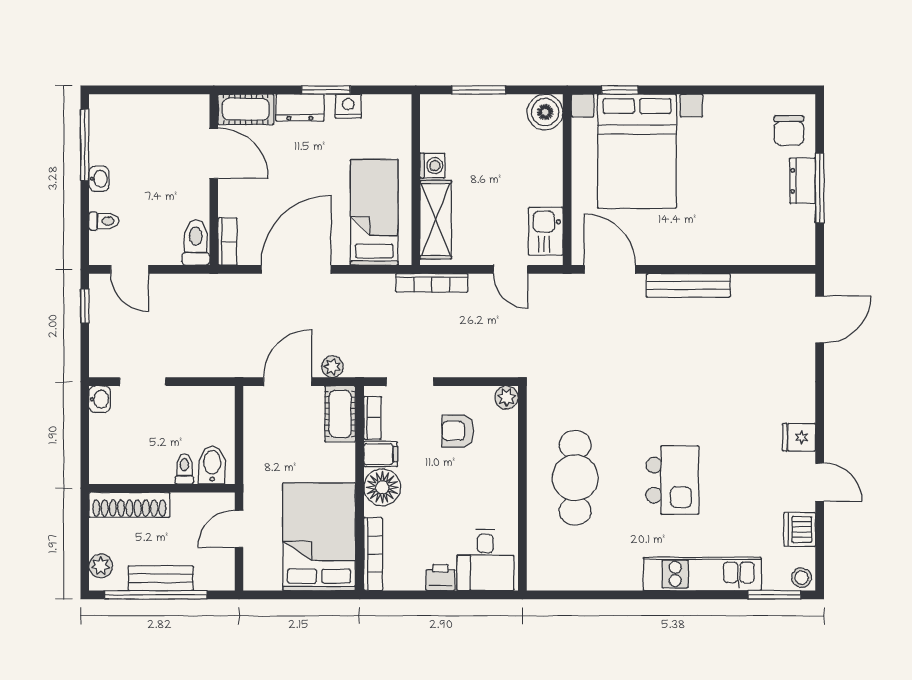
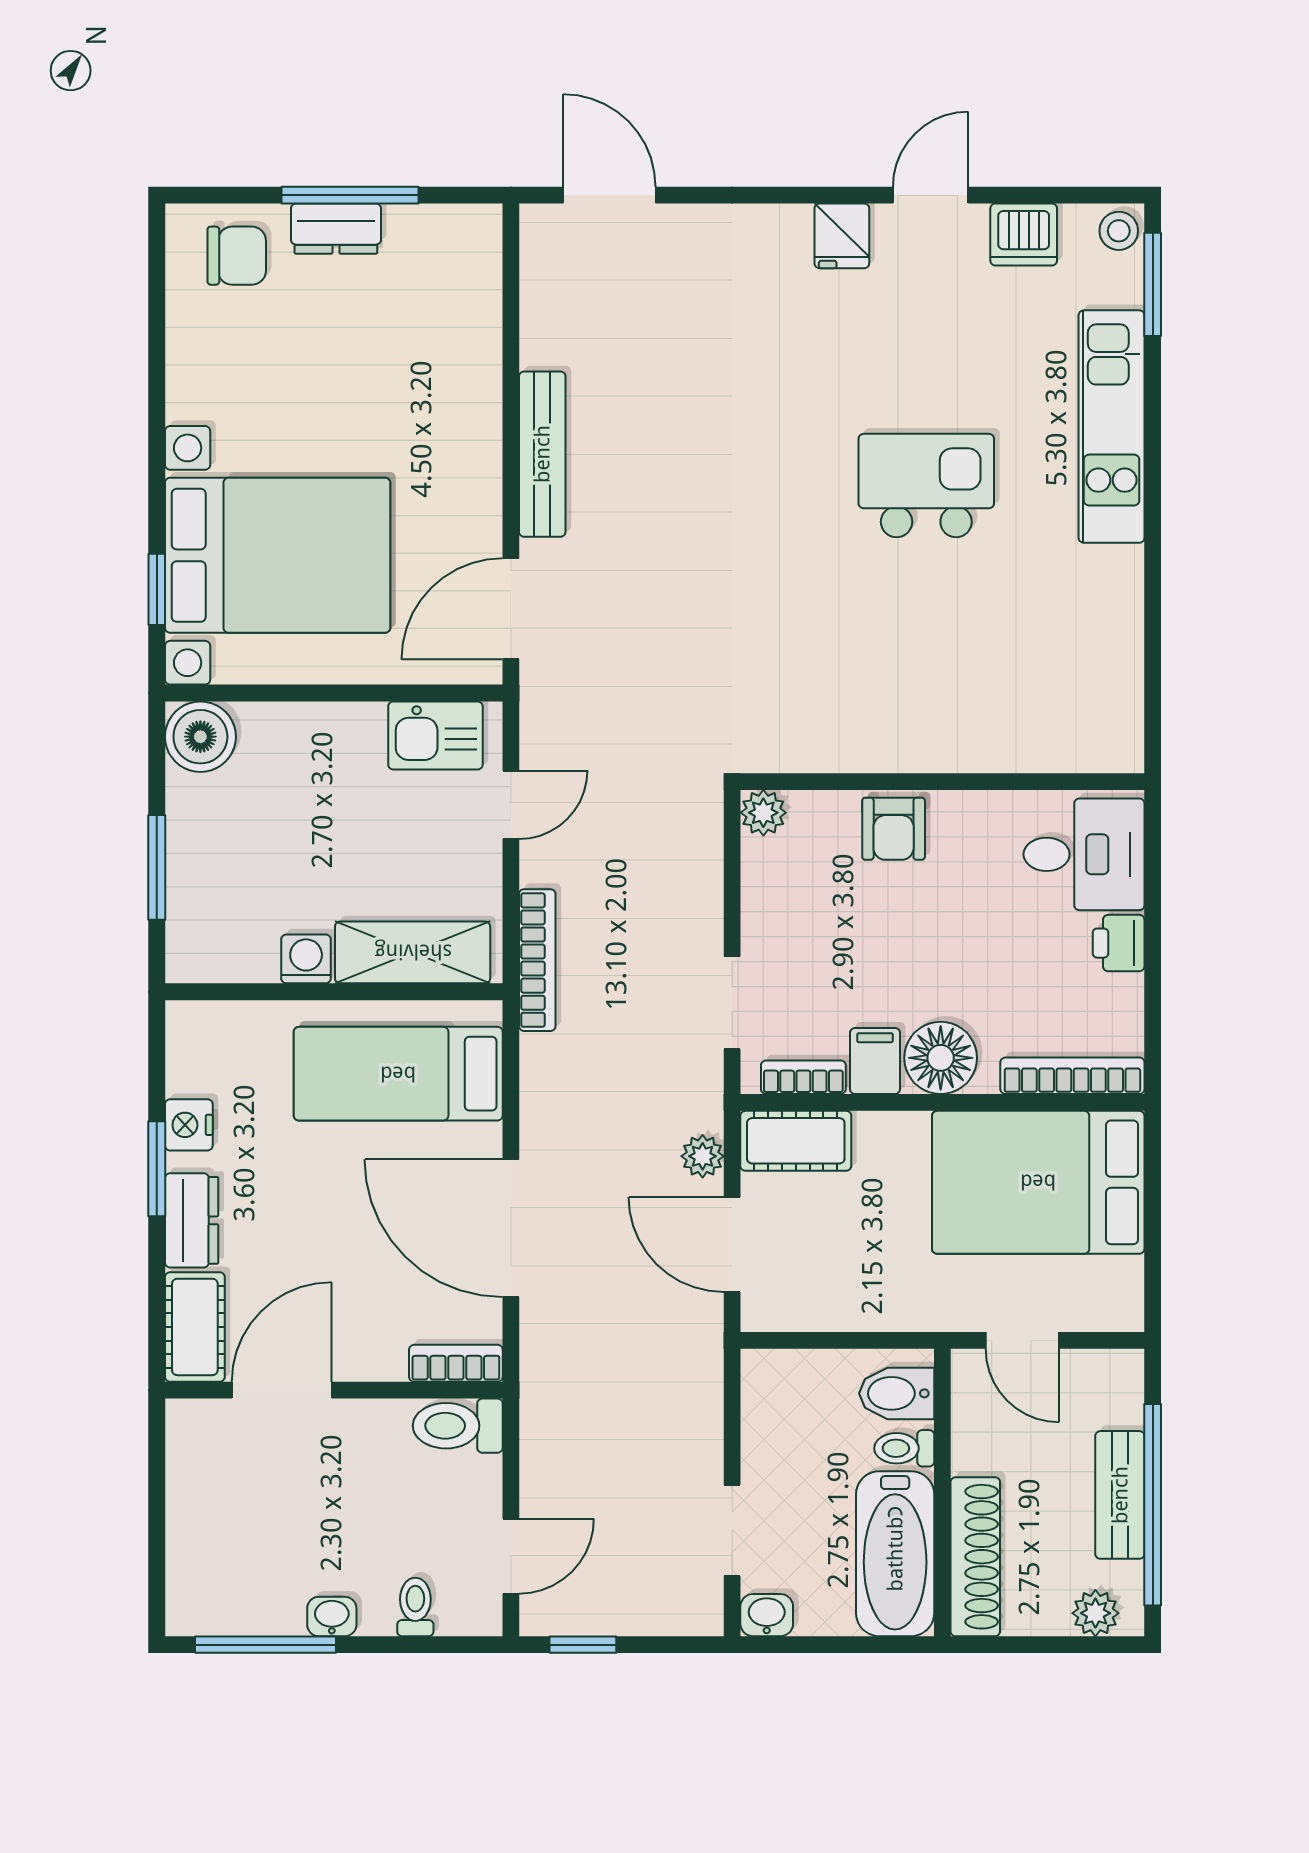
armchair: (458, 431) -> (894, 829), moved
bathtub: (131, 464) -> (895, 1554), added
cafe table: (575, 478) -> (922, 677), removed

